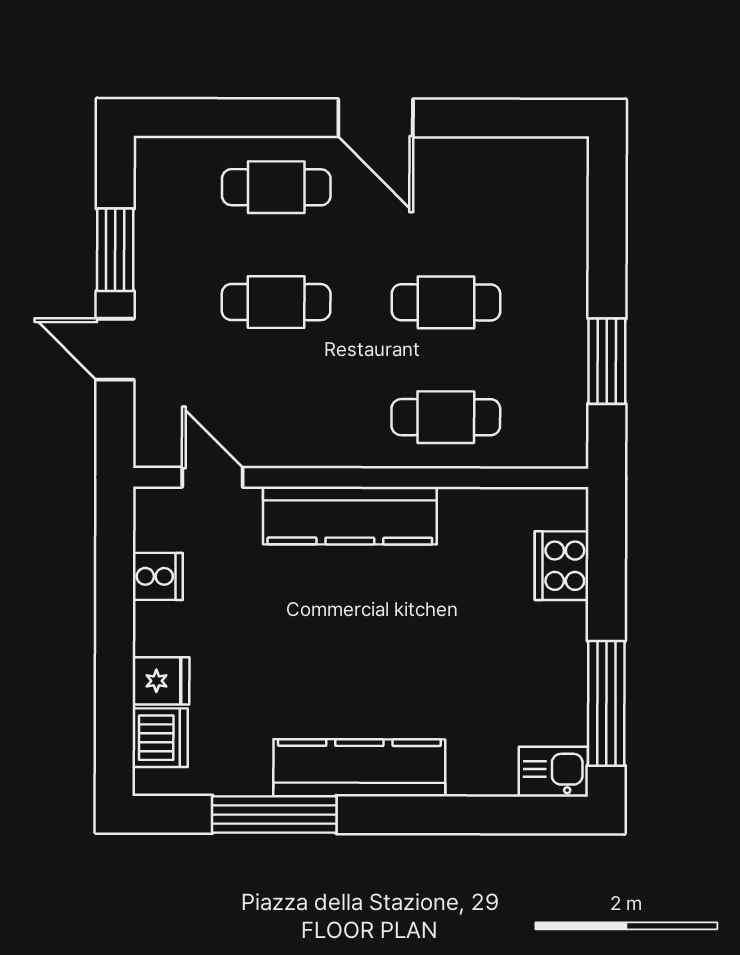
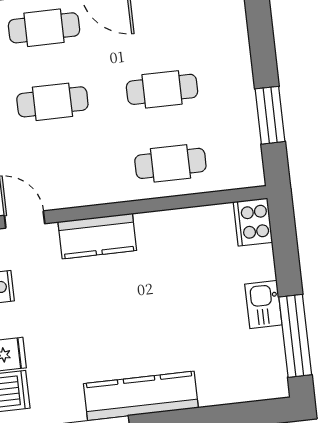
kitchen counter: (350, 516) -> (97, 236), width x0.67
cooker: (562, 566) -> (253, 222), moved
kitchen sink: (553, 772) -> (263, 305), moved, turned -90

